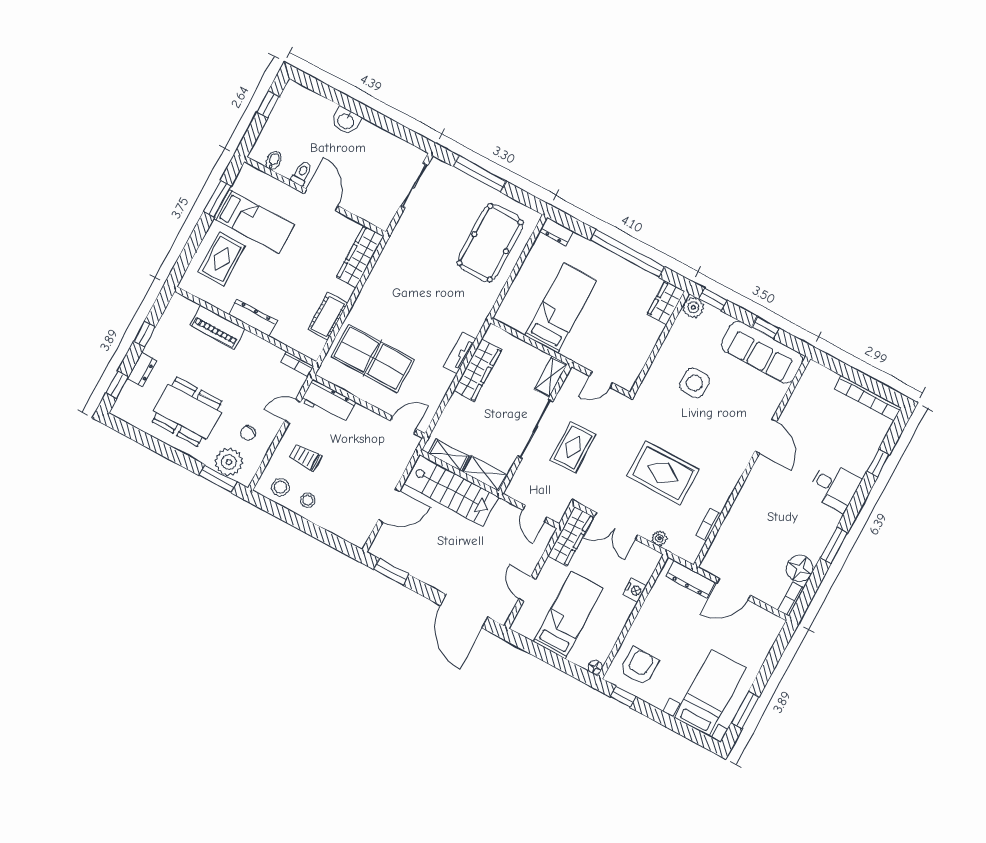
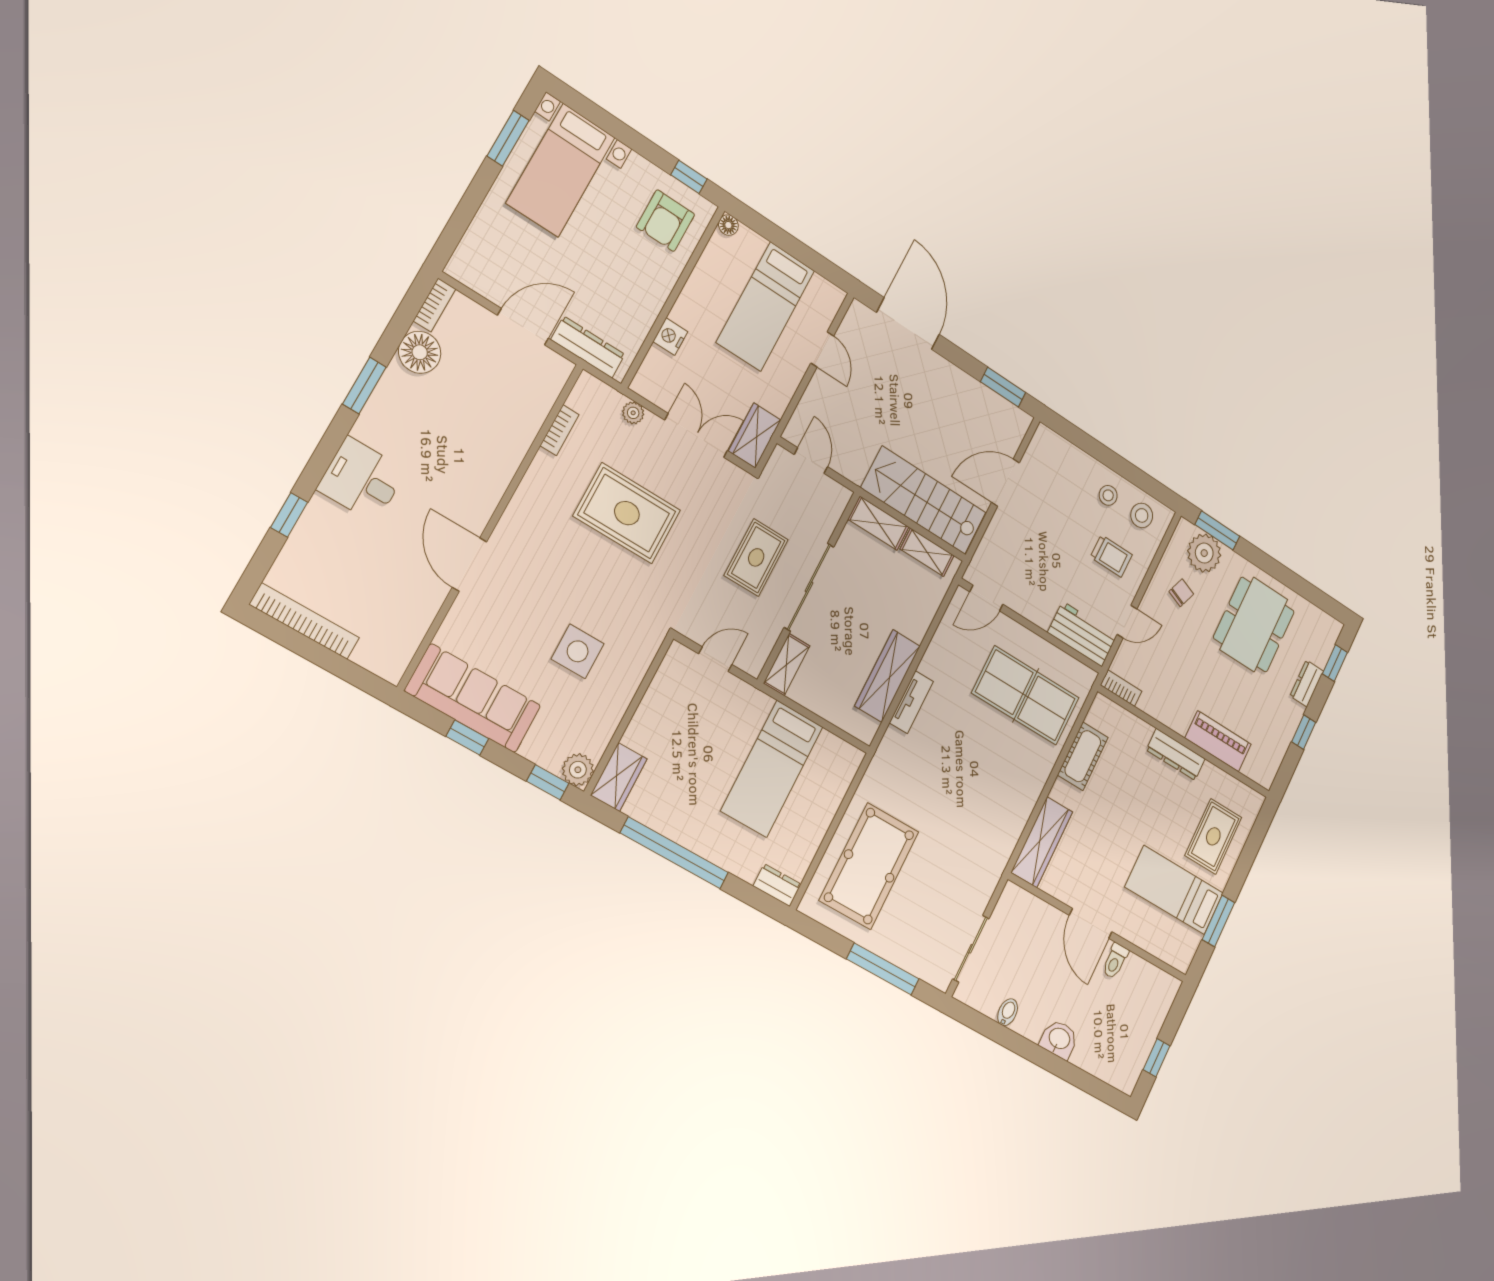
bidet: (274, 160) -> (1008, 1012), moved, turned 180
dining table: (187, 412) -> (1254, 625), turned 90
wardrobe: (571, 536) -> (755, 436), width x0.67

